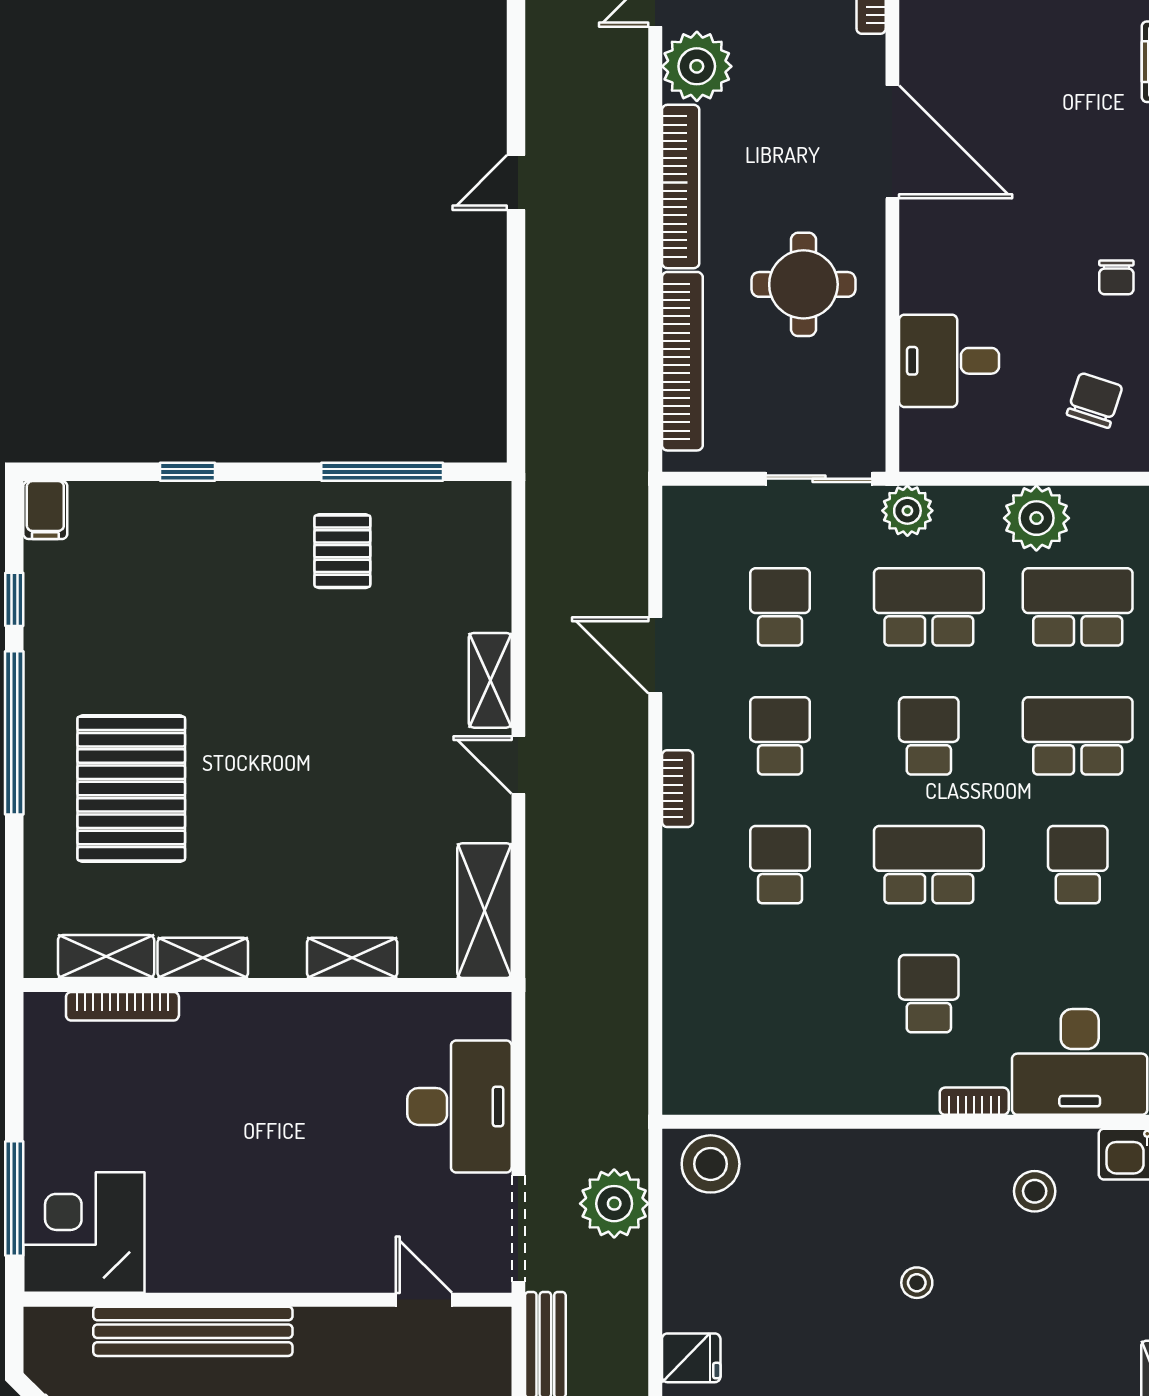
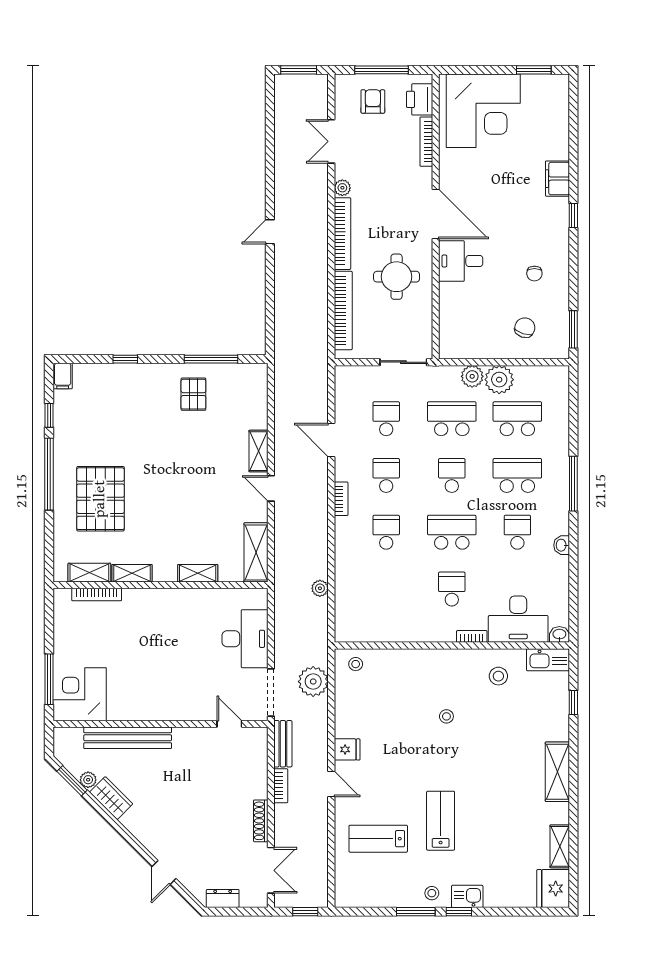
plant: (697, 66) -> (342, 188), width x0.53, depth x0.53
desk: (949, 361) -> (461, 261), moved
plant: (907, 511) -> (472, 376), moved
plant: (629, 992) -> (320, 588), added
stool: (711, 1164) -> (356, 664), width x0.53, depth x0.53

